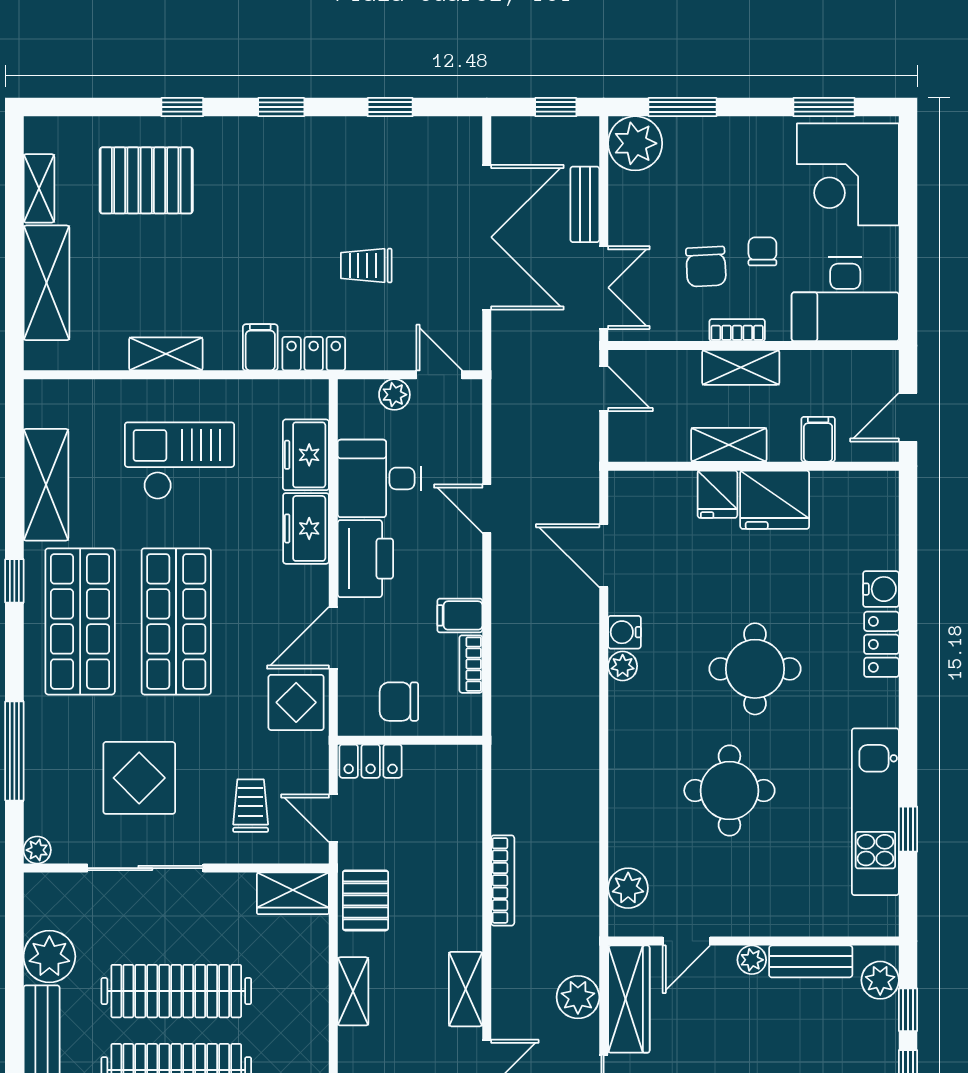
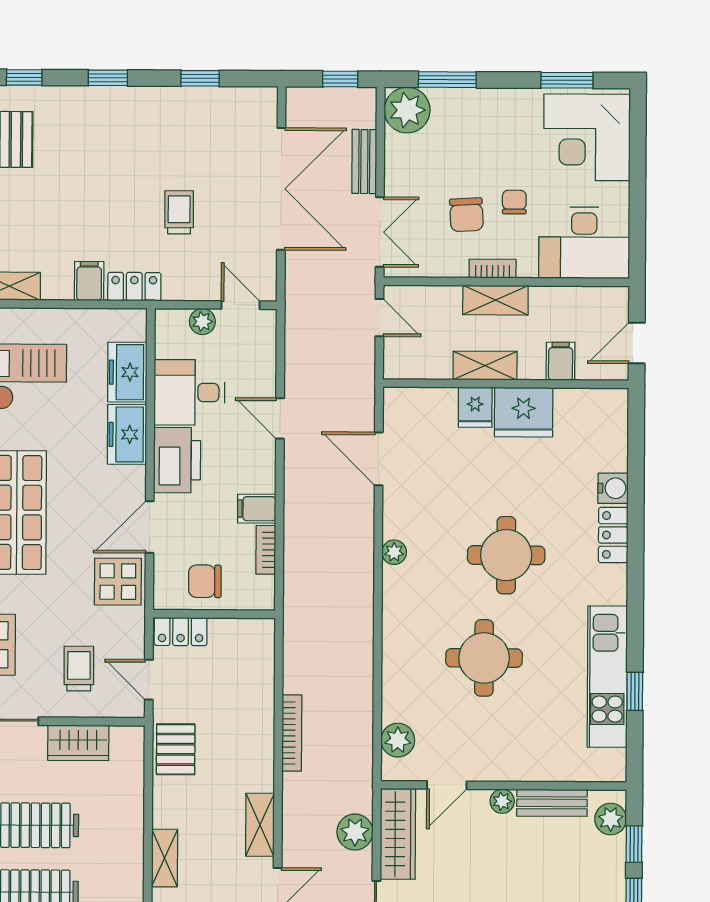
trolley: (366, 266) -> (179, 212), turned 90
water cooler: (624, 632) -> (396, 524), removed
wardrobe: (293, 893) -> (78, 743), moved
shelving: (353, 991) -> (165, 858), moved

